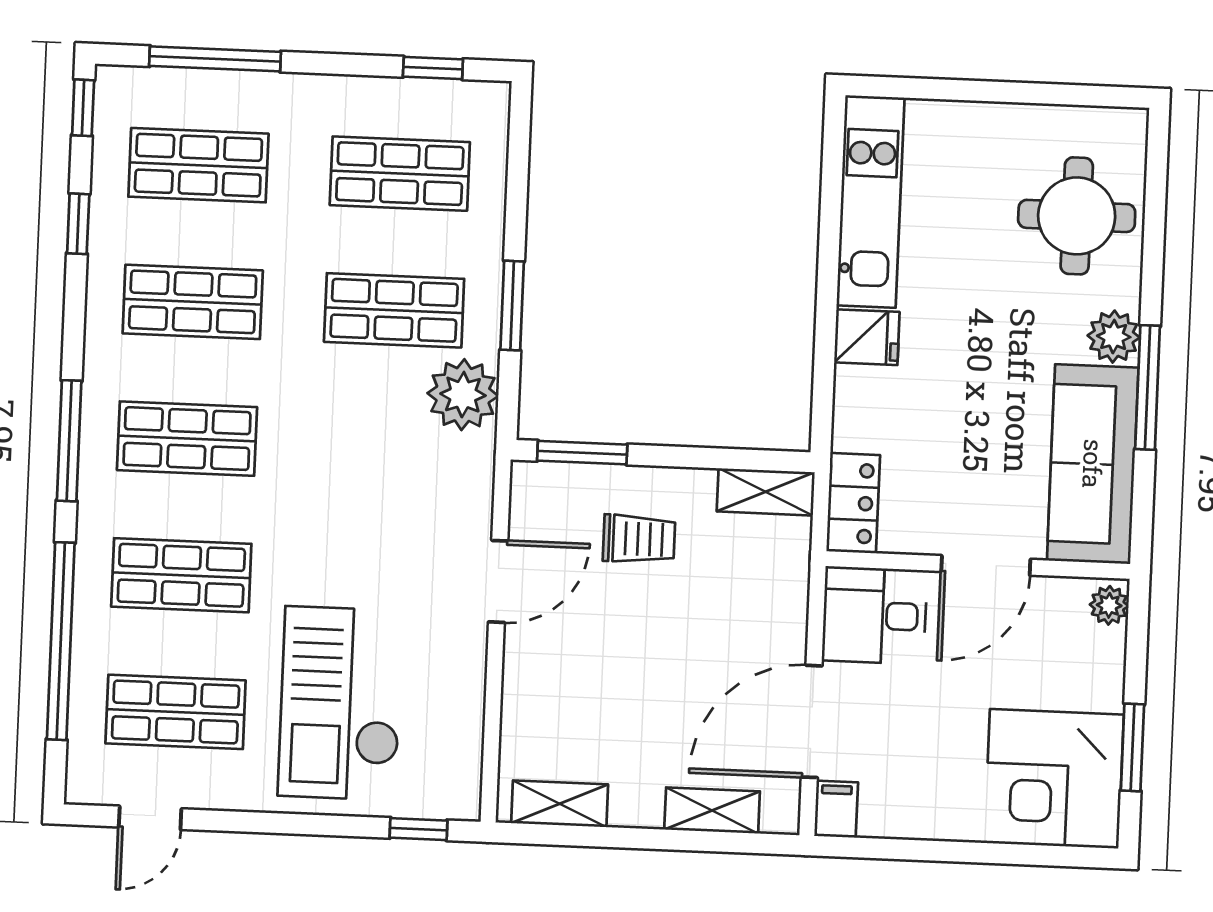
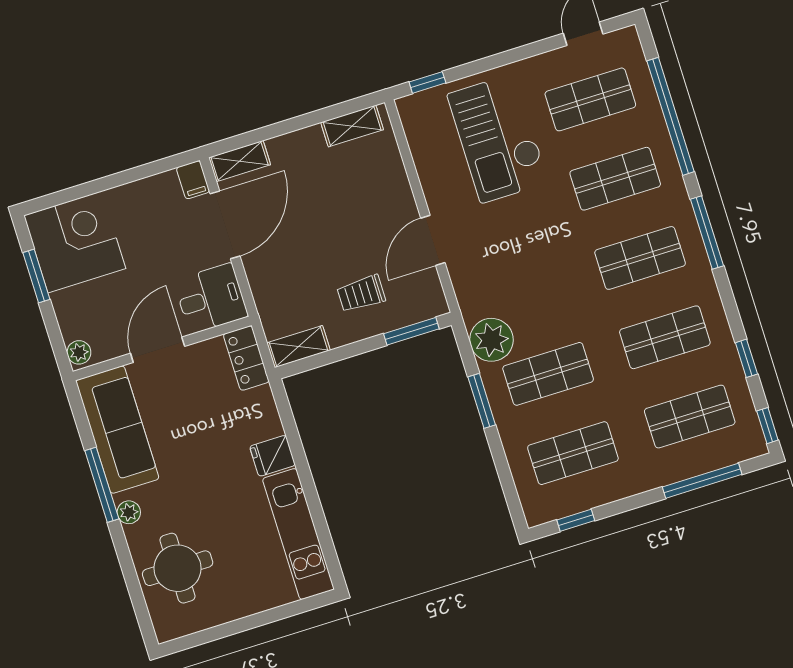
plant: (1114, 337) -> (129, 512), width x0.73, depth x0.73
checkout: (341, 703) -> (498, 138), turned 180
shelving: (712, 810) -> (240, 161), moved

